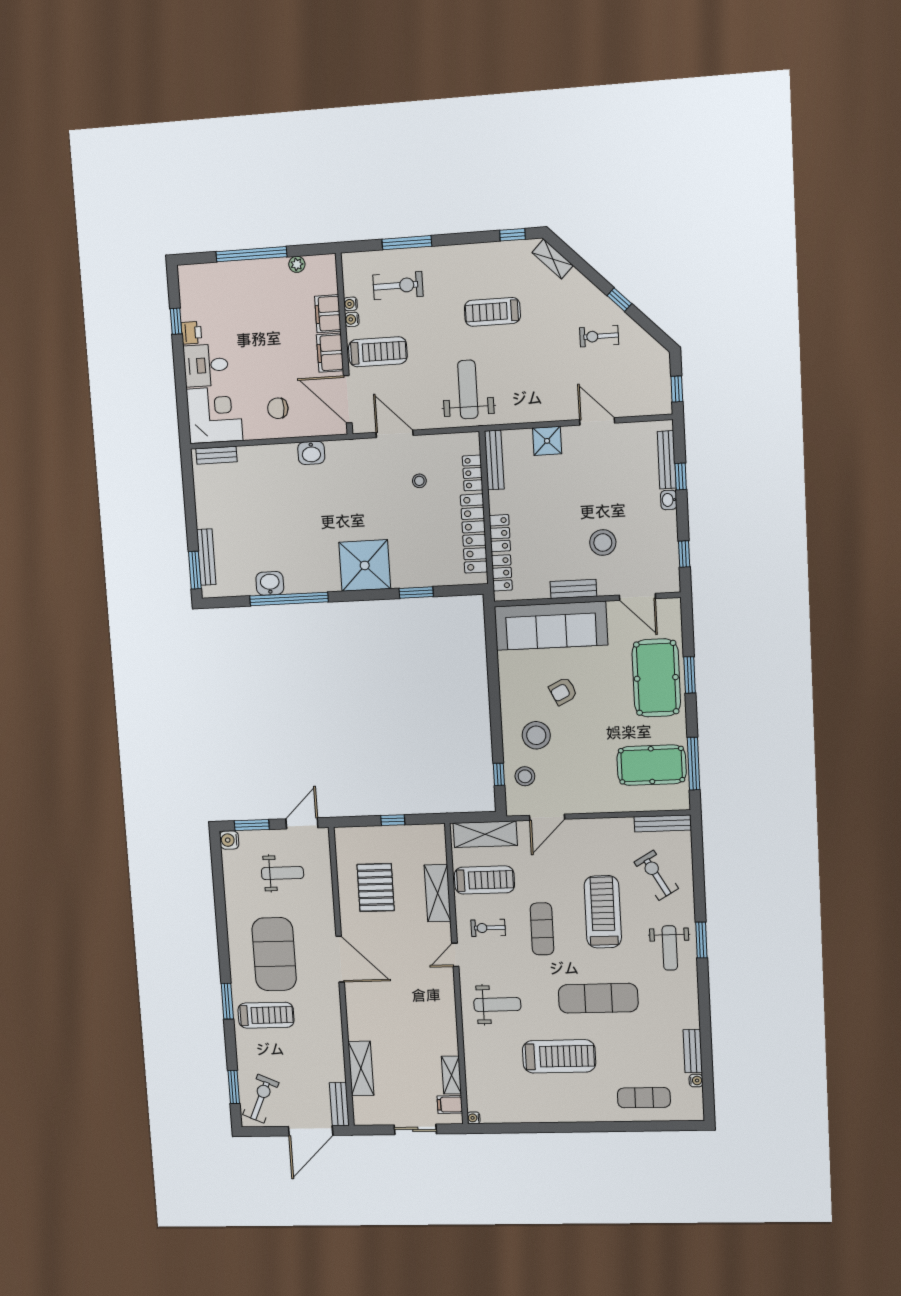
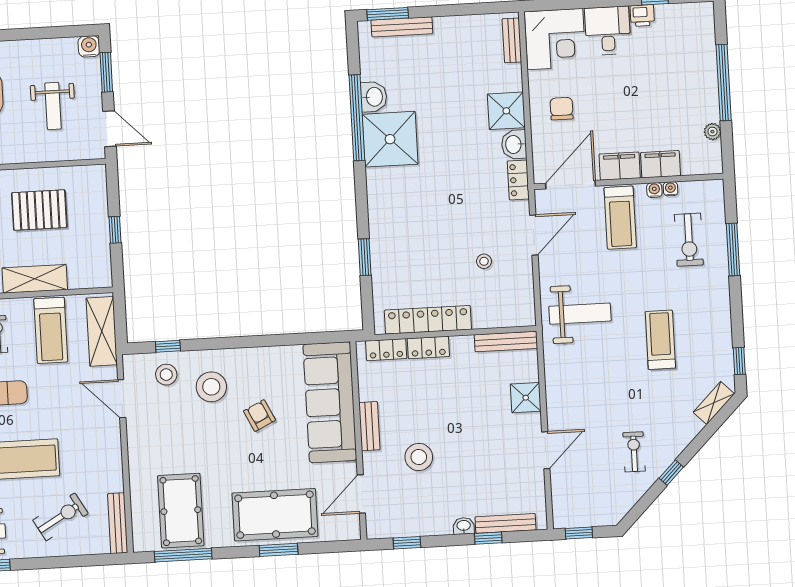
shower: (281, 460) -> (506, 111), added
locker: (473, 473) -> (518, 180), moved, turned -90
shower: (365, 565) -> (390, 139), moved

